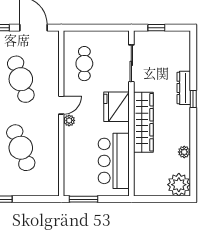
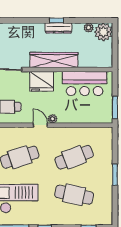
dresser: (184, 88) -> (58, 28), moved
window: (193, 99) -> (57, 20), moved
plant: (184, 152) -> (89, 28), moved

